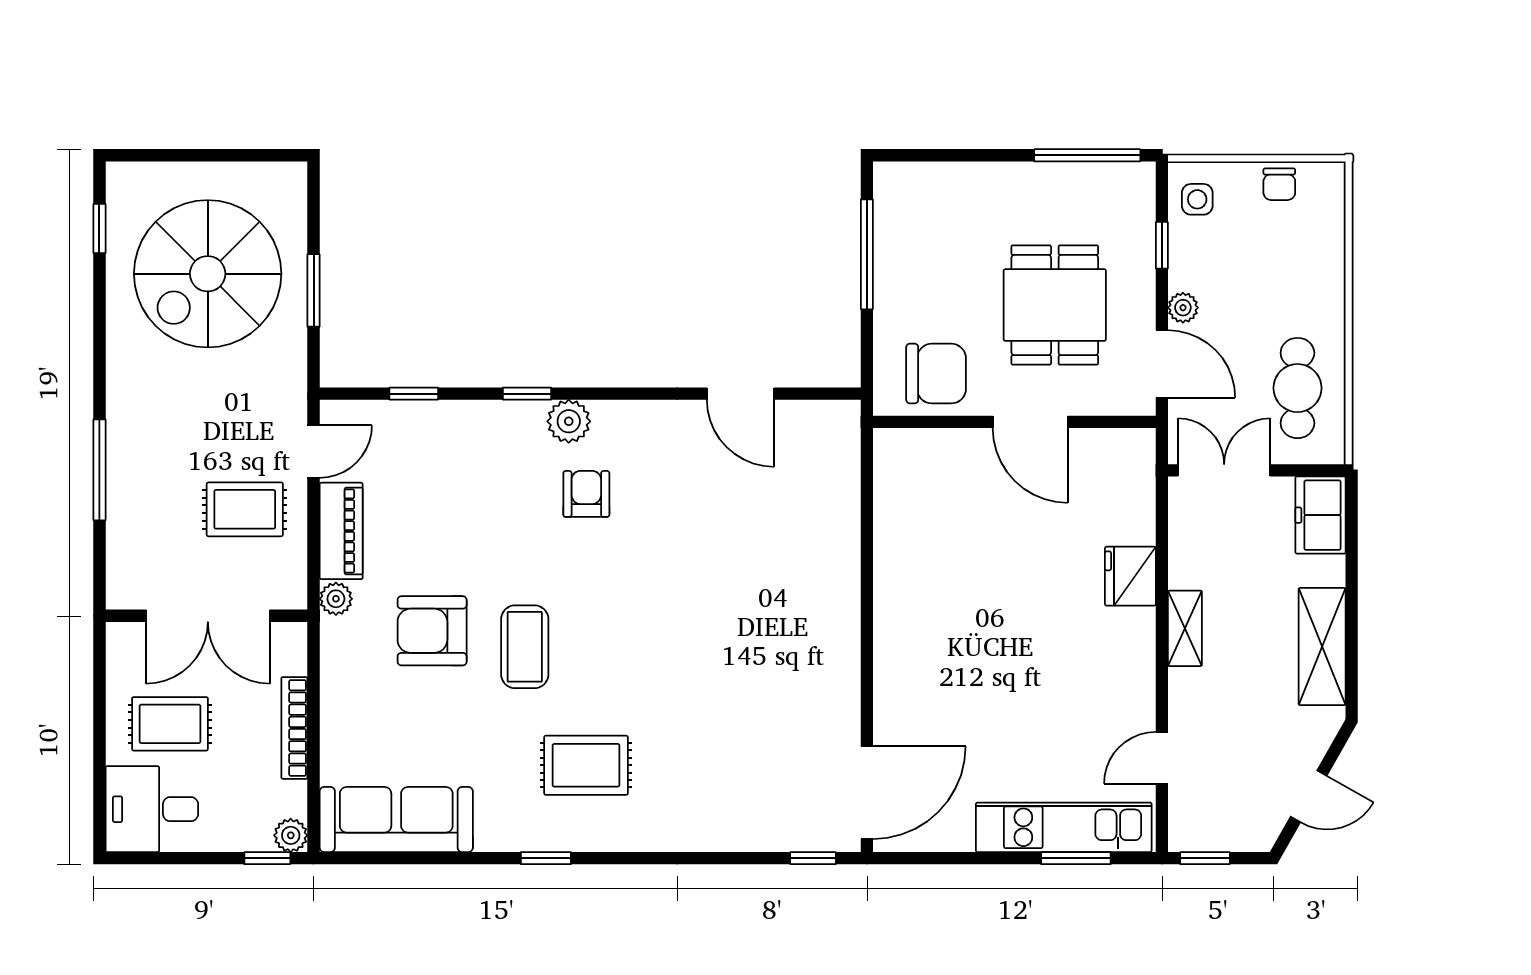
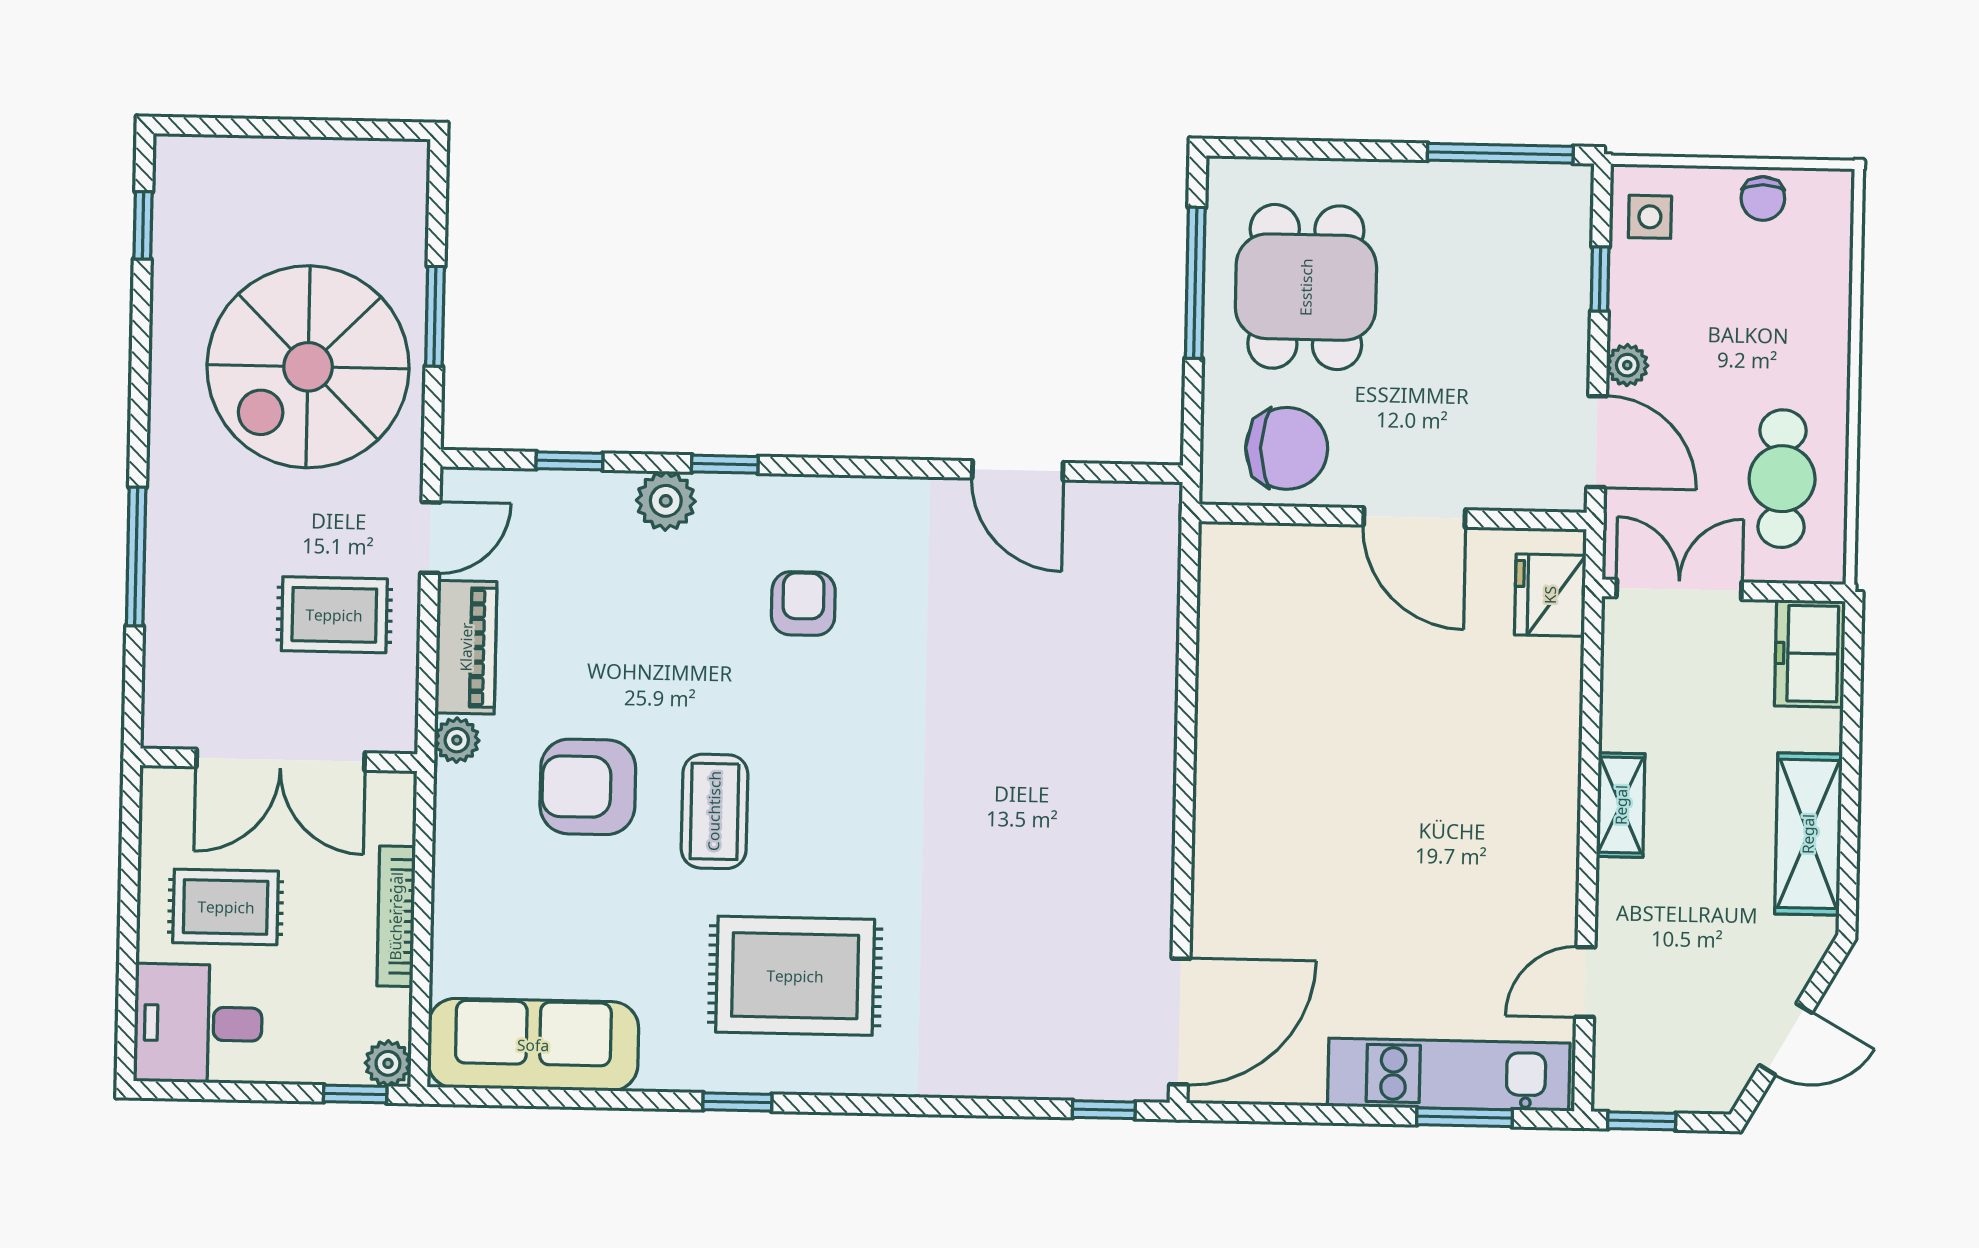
spiral stairs: (208, 274) -> (308, 367), moved
dining table: (1055, 305) -> (1306, 287), moved
plant: (569, 421) -> (666, 501), moved
fridge: (1130, 576) -> (1550, 595), moved
rug: (586, 765) -> (795, 976), width x1.36, depth x1.43

